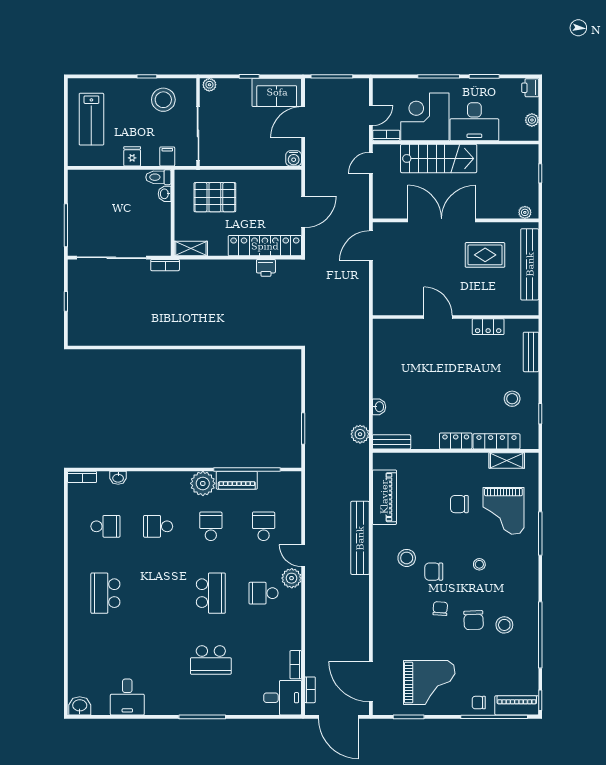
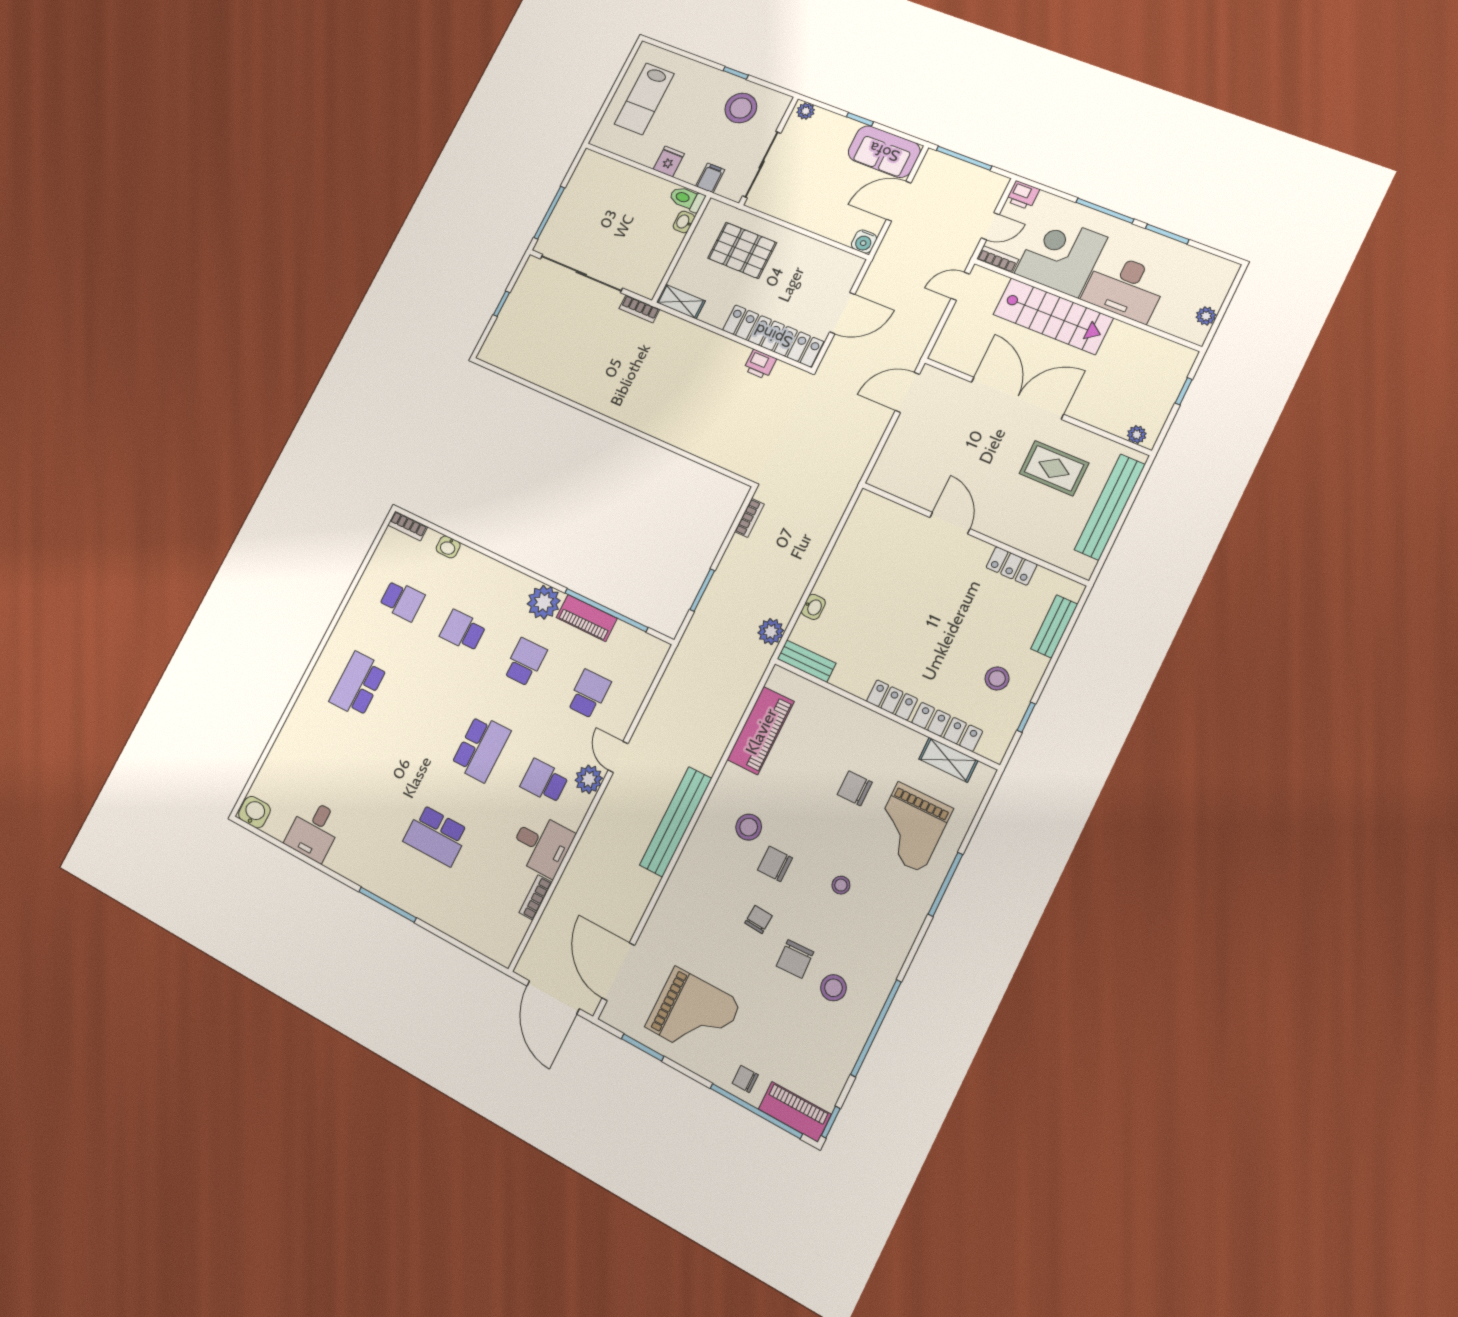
printer: (530, 88) -> (1023, 195), moved, turned -90
bench: (360, 538) -> (676, 822), moved
bookcase: (310, 690) -> (749, 518), moved
desk: (283, 698) -> (542, 845), moved

